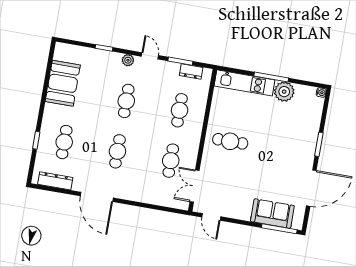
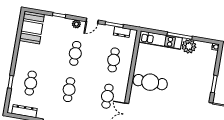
door: (150, 56) -> (92, 21), swing flipped
booth: (63, 83) -> (32, 27), moved
cafe table: (230, 141) -> (150, 82), width x1.37, depth x1.35

